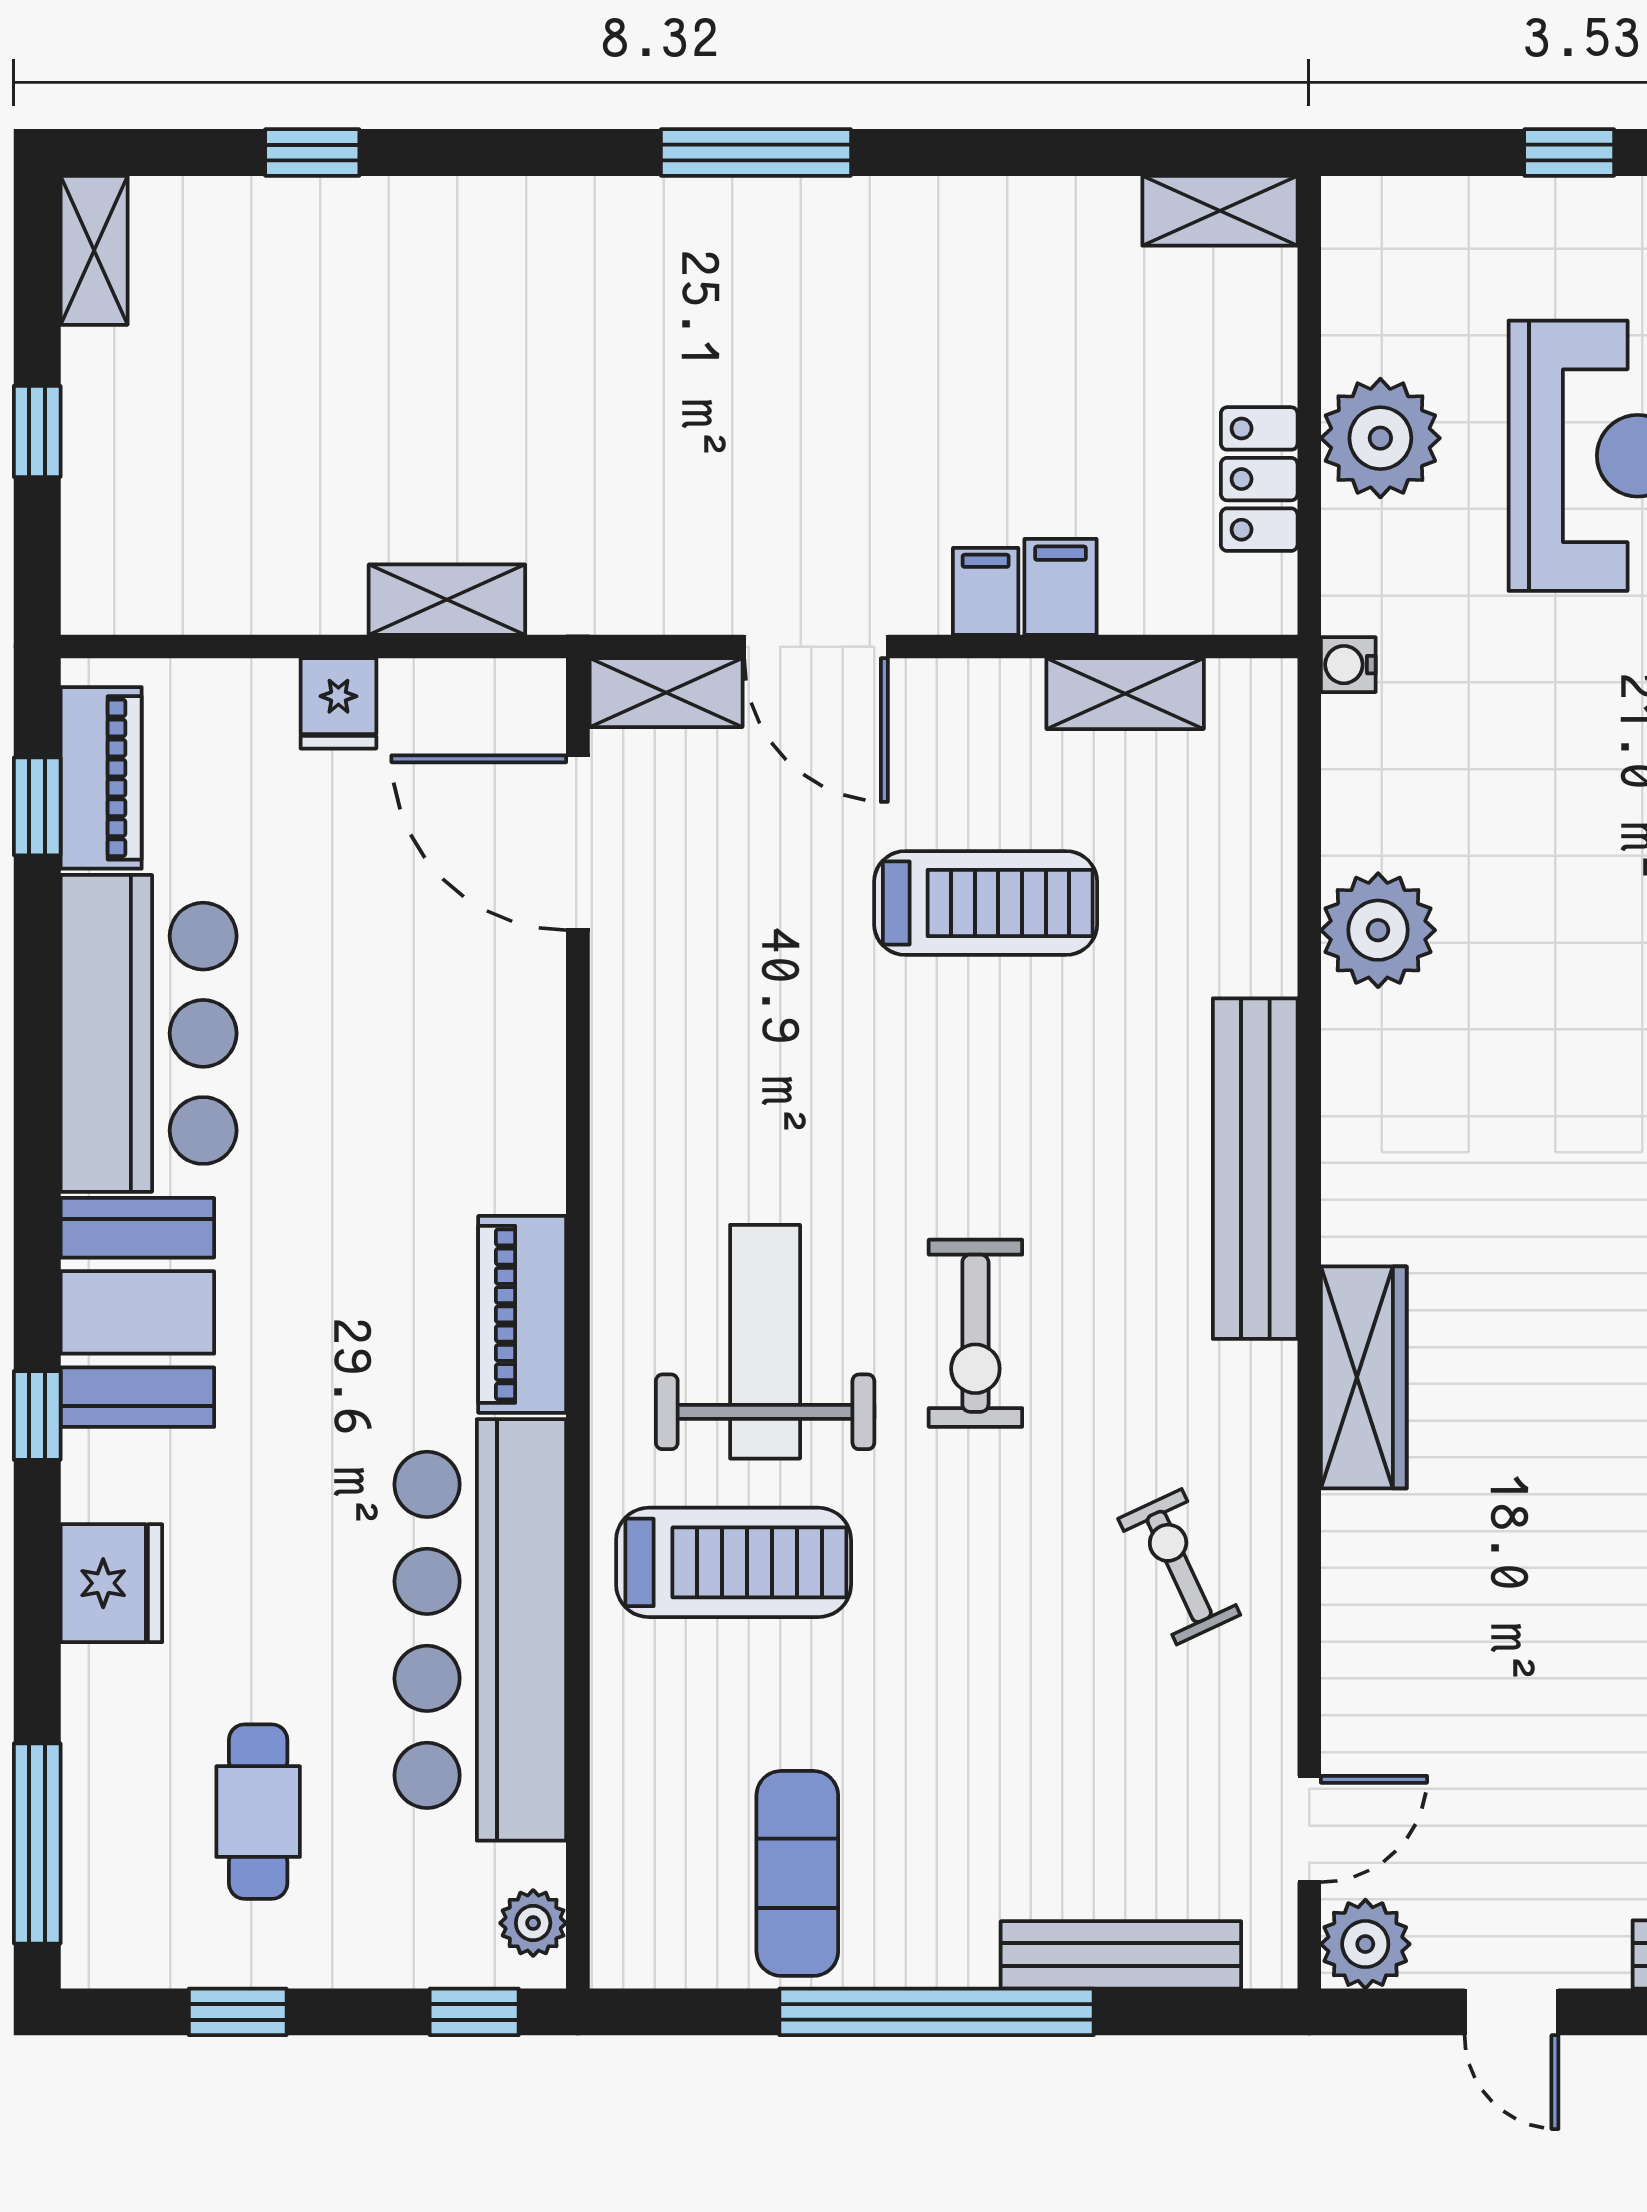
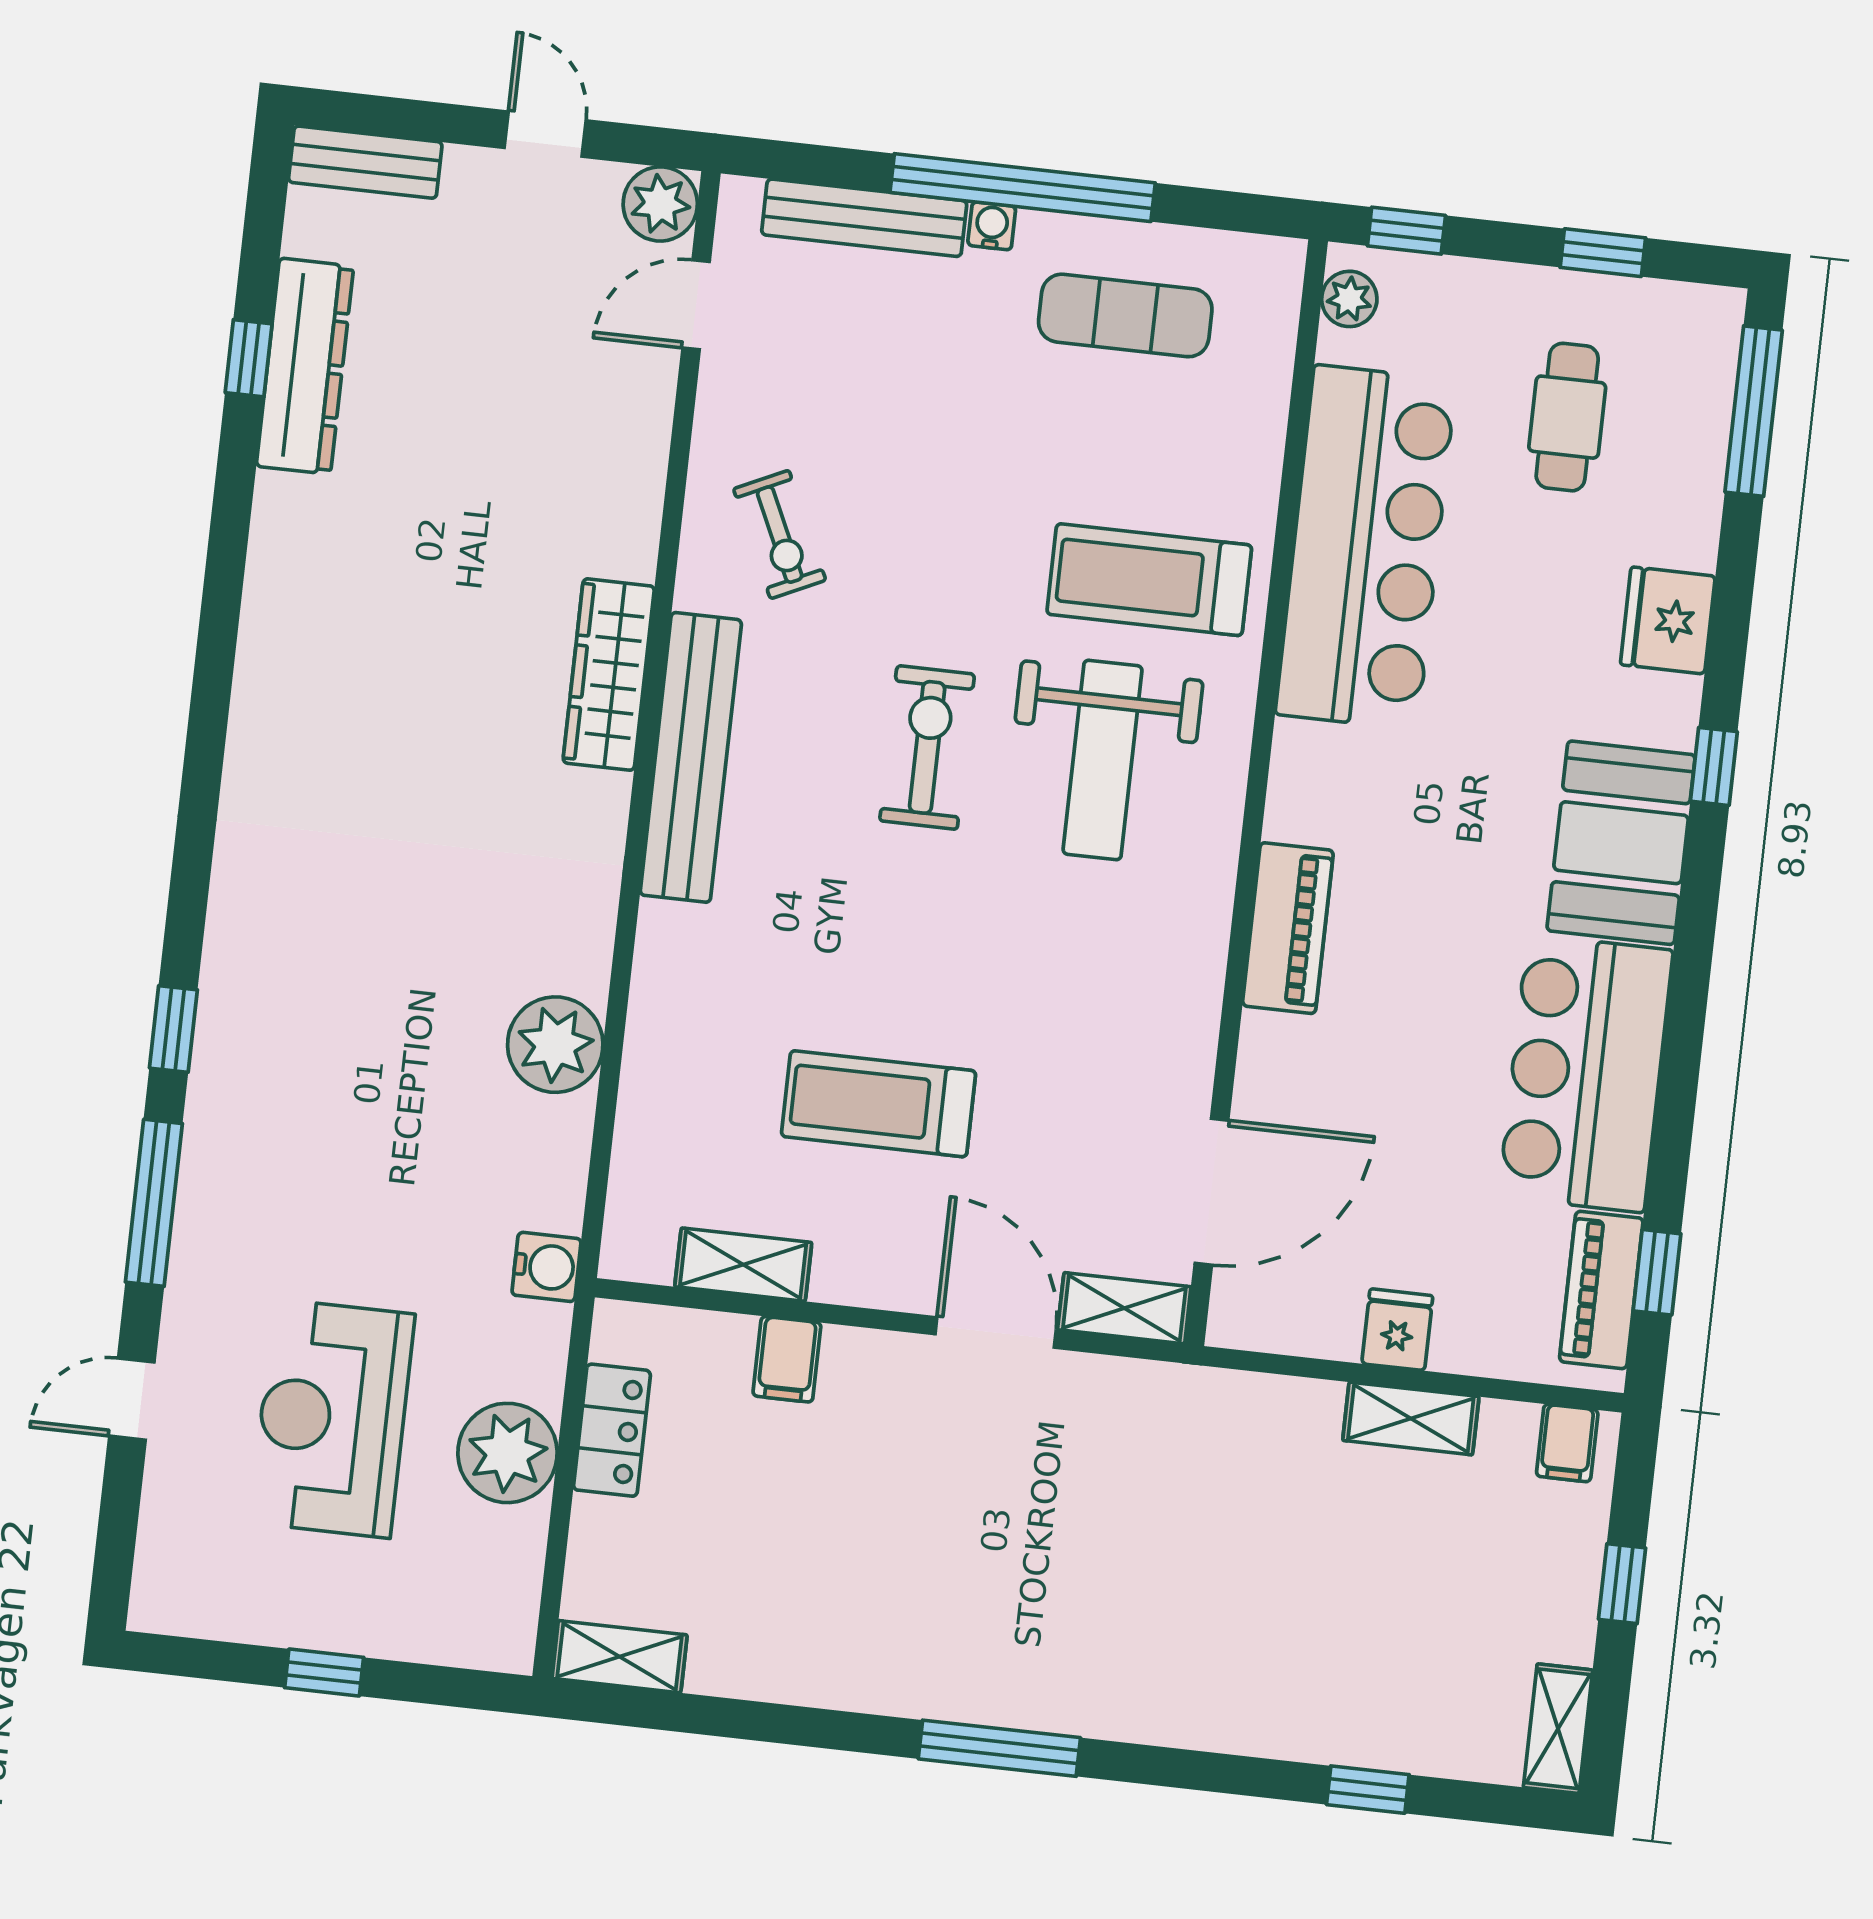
filing cabinet: (986, 591) -> (1567, 1443), moved
shelving: (447, 600) -> (1411, 1418), moved
water cooler: (1348, 665) -> (546, 1267), width x1.38, depth x1.38
door: (578, 843) -> (1211, 1192), hinge flipped
bench: (1255, 1169) -> (691, 757), moved
piano: (522, 1314) -> (1288, 928), moved
exercise mat: (797, 1873) -> (1125, 315), turned 90
water cooler: (968, 1962) -> (992, 226), added

